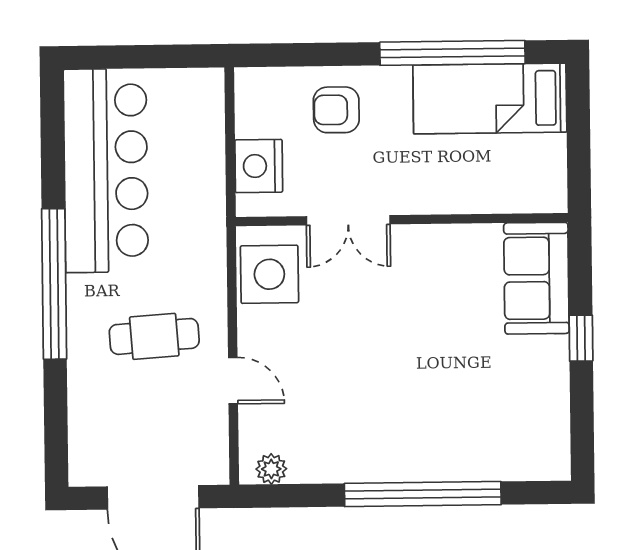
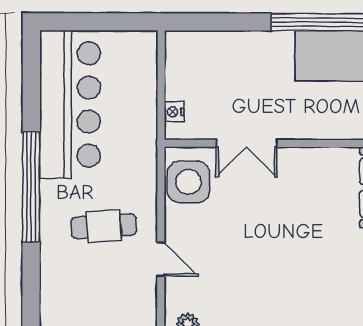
armchair: (336, 110) -> (239, 63), removed
nightstand: (259, 166) -> (174, 112), width x0.53, depth x0.56

